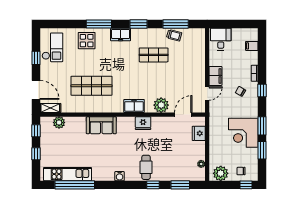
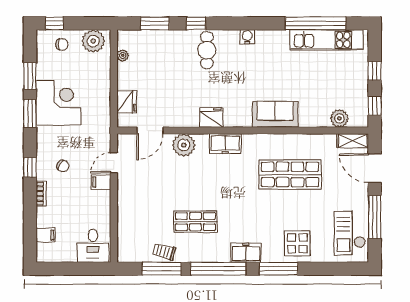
window: (139, 24) -> (218, 269), width x2.11
window: (36, 58) -> (375, 217), width x2.17
filing cabinet: (215, 76) -> (101, 182), width x0.50

